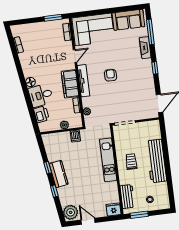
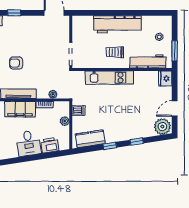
floor lamp: (31, 82) -> (12, 153), removed
kitchen counter: (59, 174) -> (90, 139), moved
workbench: (127, 197) -> (148, 61), width x1.38

